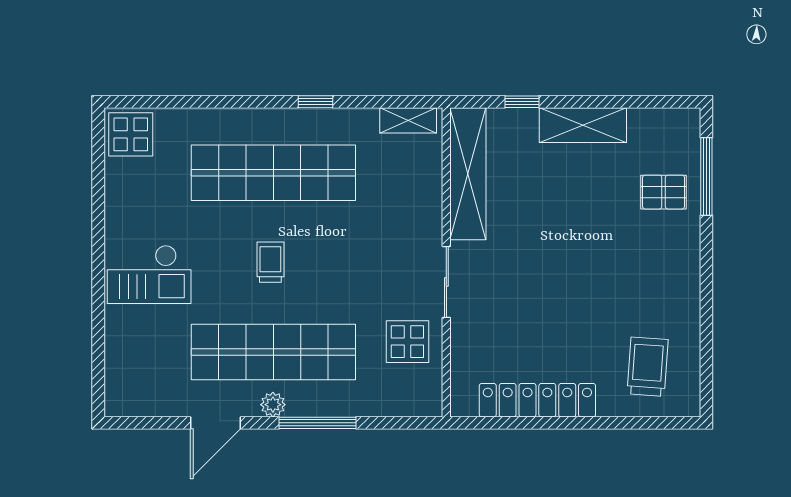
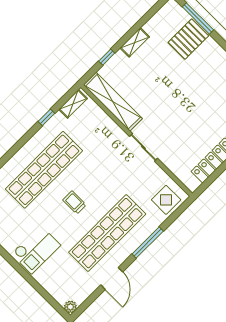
window: (316, 102) -> (46, 117), moved
shelving: (583, 125) -> (135, 42), width x0.67, depth x0.75
pallet: (664, 192) -> (188, 39), width x1.50, depth x1.42
display table: (407, 342) -> (166, 200), moved
plant: (273, 405) -> (70, 307), moved

